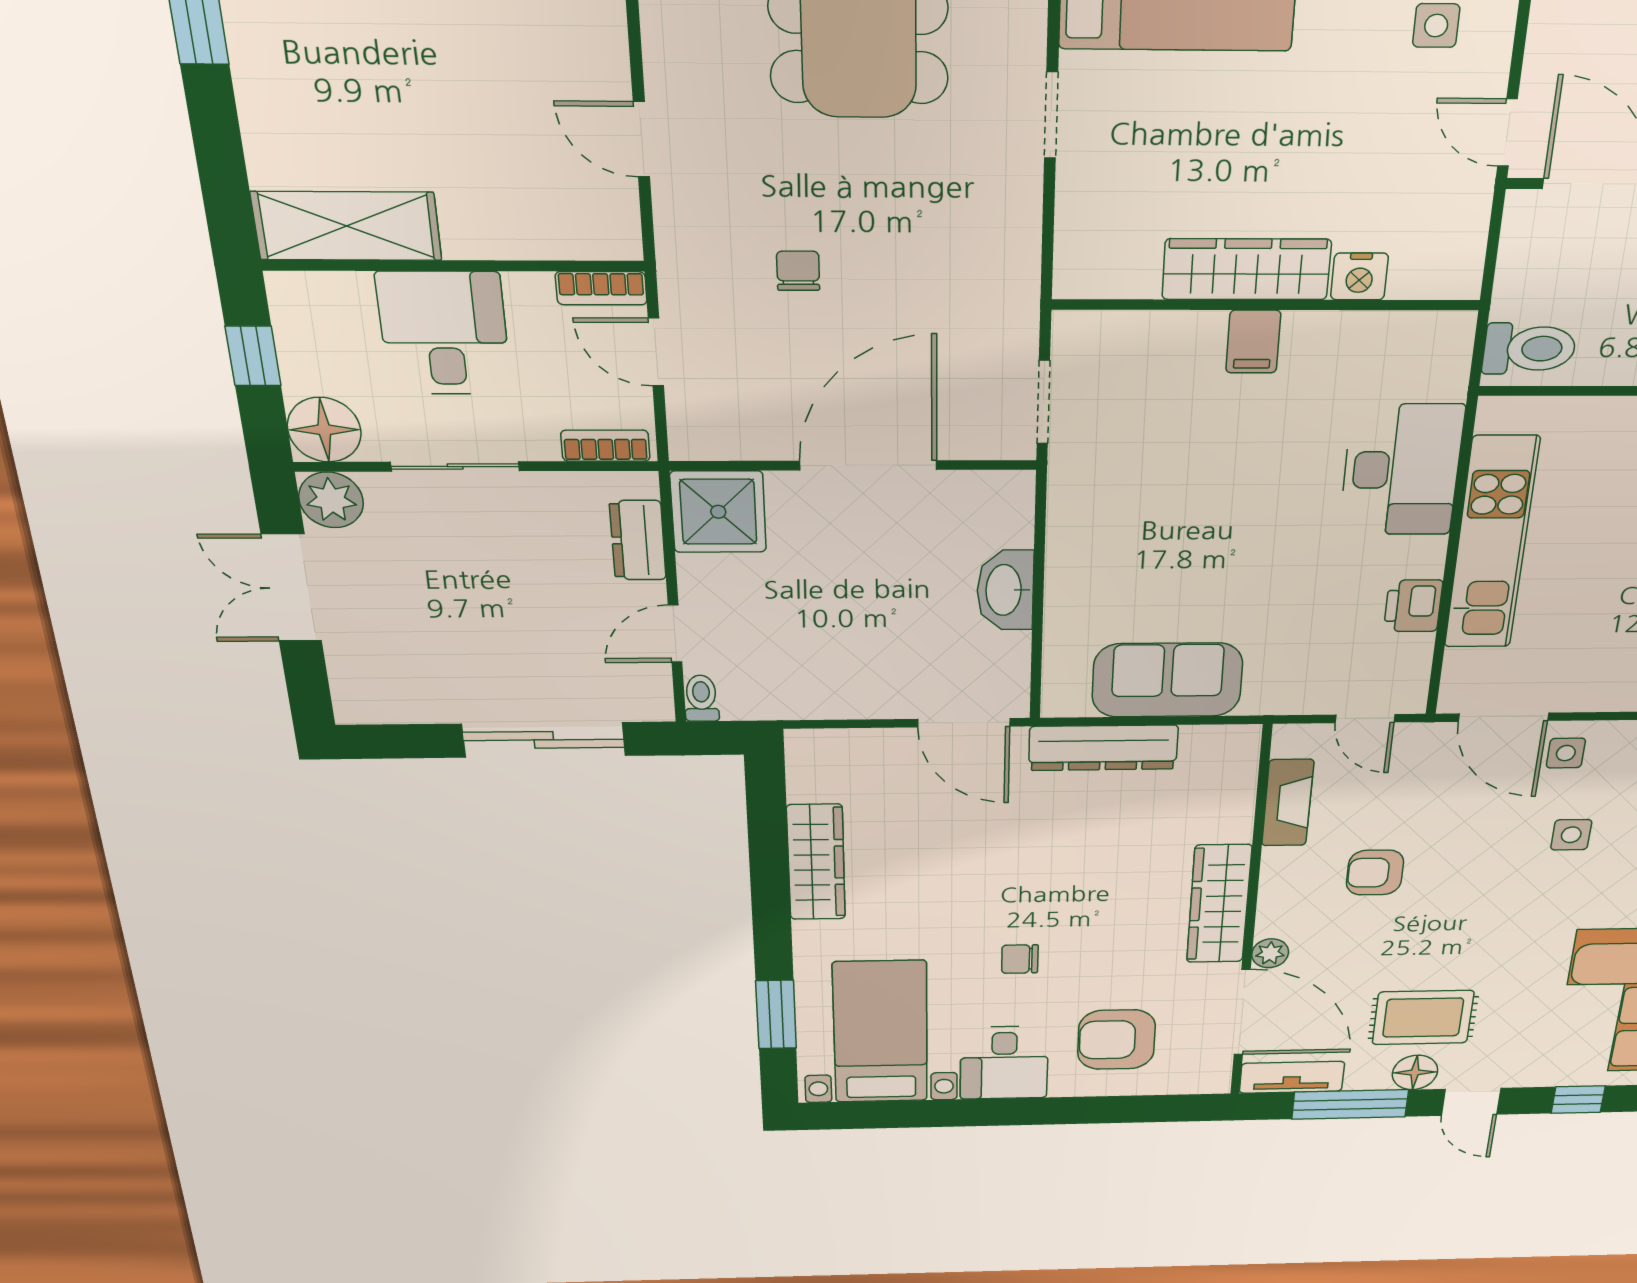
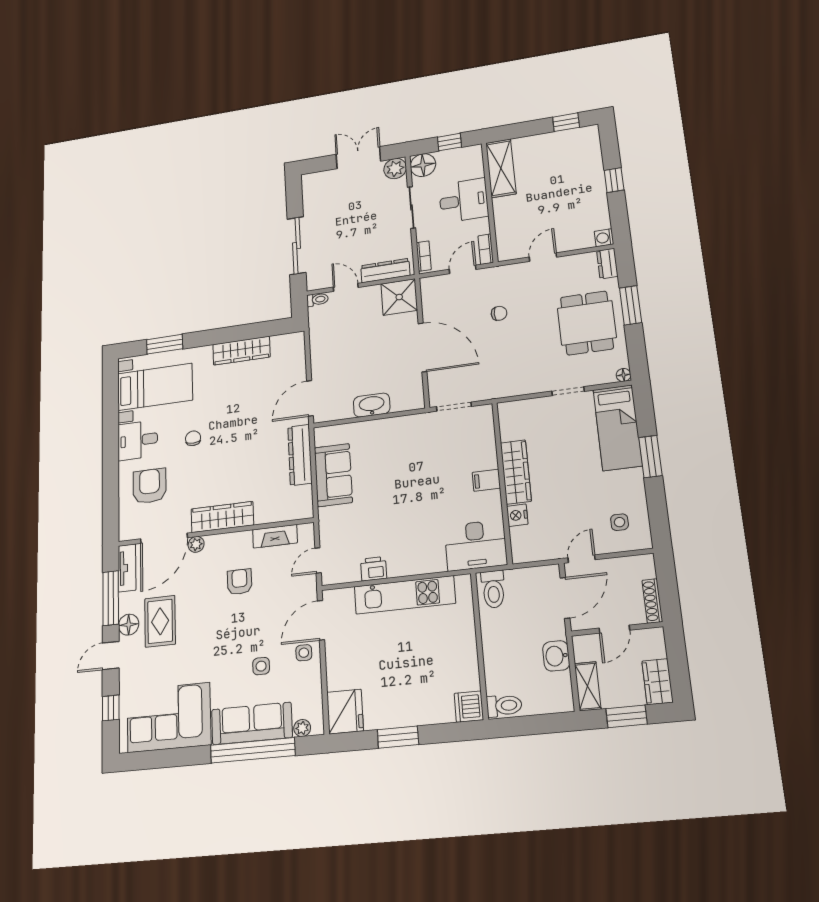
desk: (1401, 470) -> (476, 545), moved
dresser: (638, 540) -> (385, 271), width x1.44

